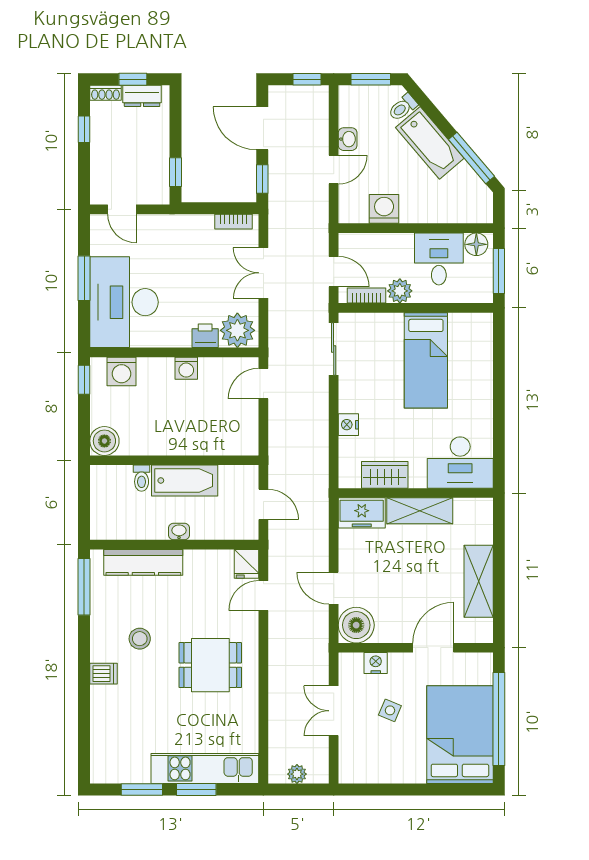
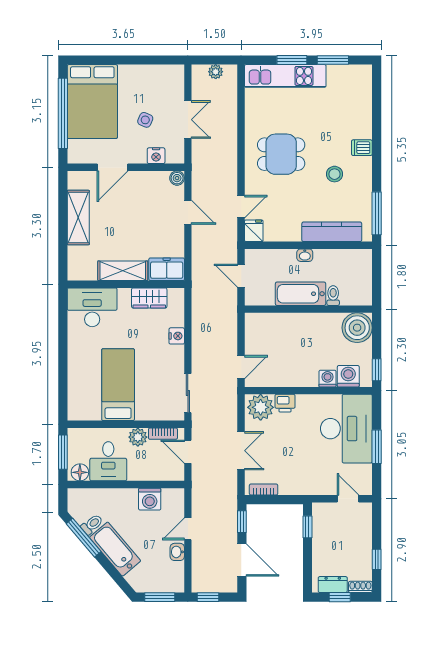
toilet: (403, 107) -> (92, 524), moved
washing machine: (186, 368) -> (328, 379), moved
boiler: (104, 441) -> (357, 328), width x1.37, depth x1.37
boiler: (356, 625) -> (177, 178), width x0.54, depth x0.54

